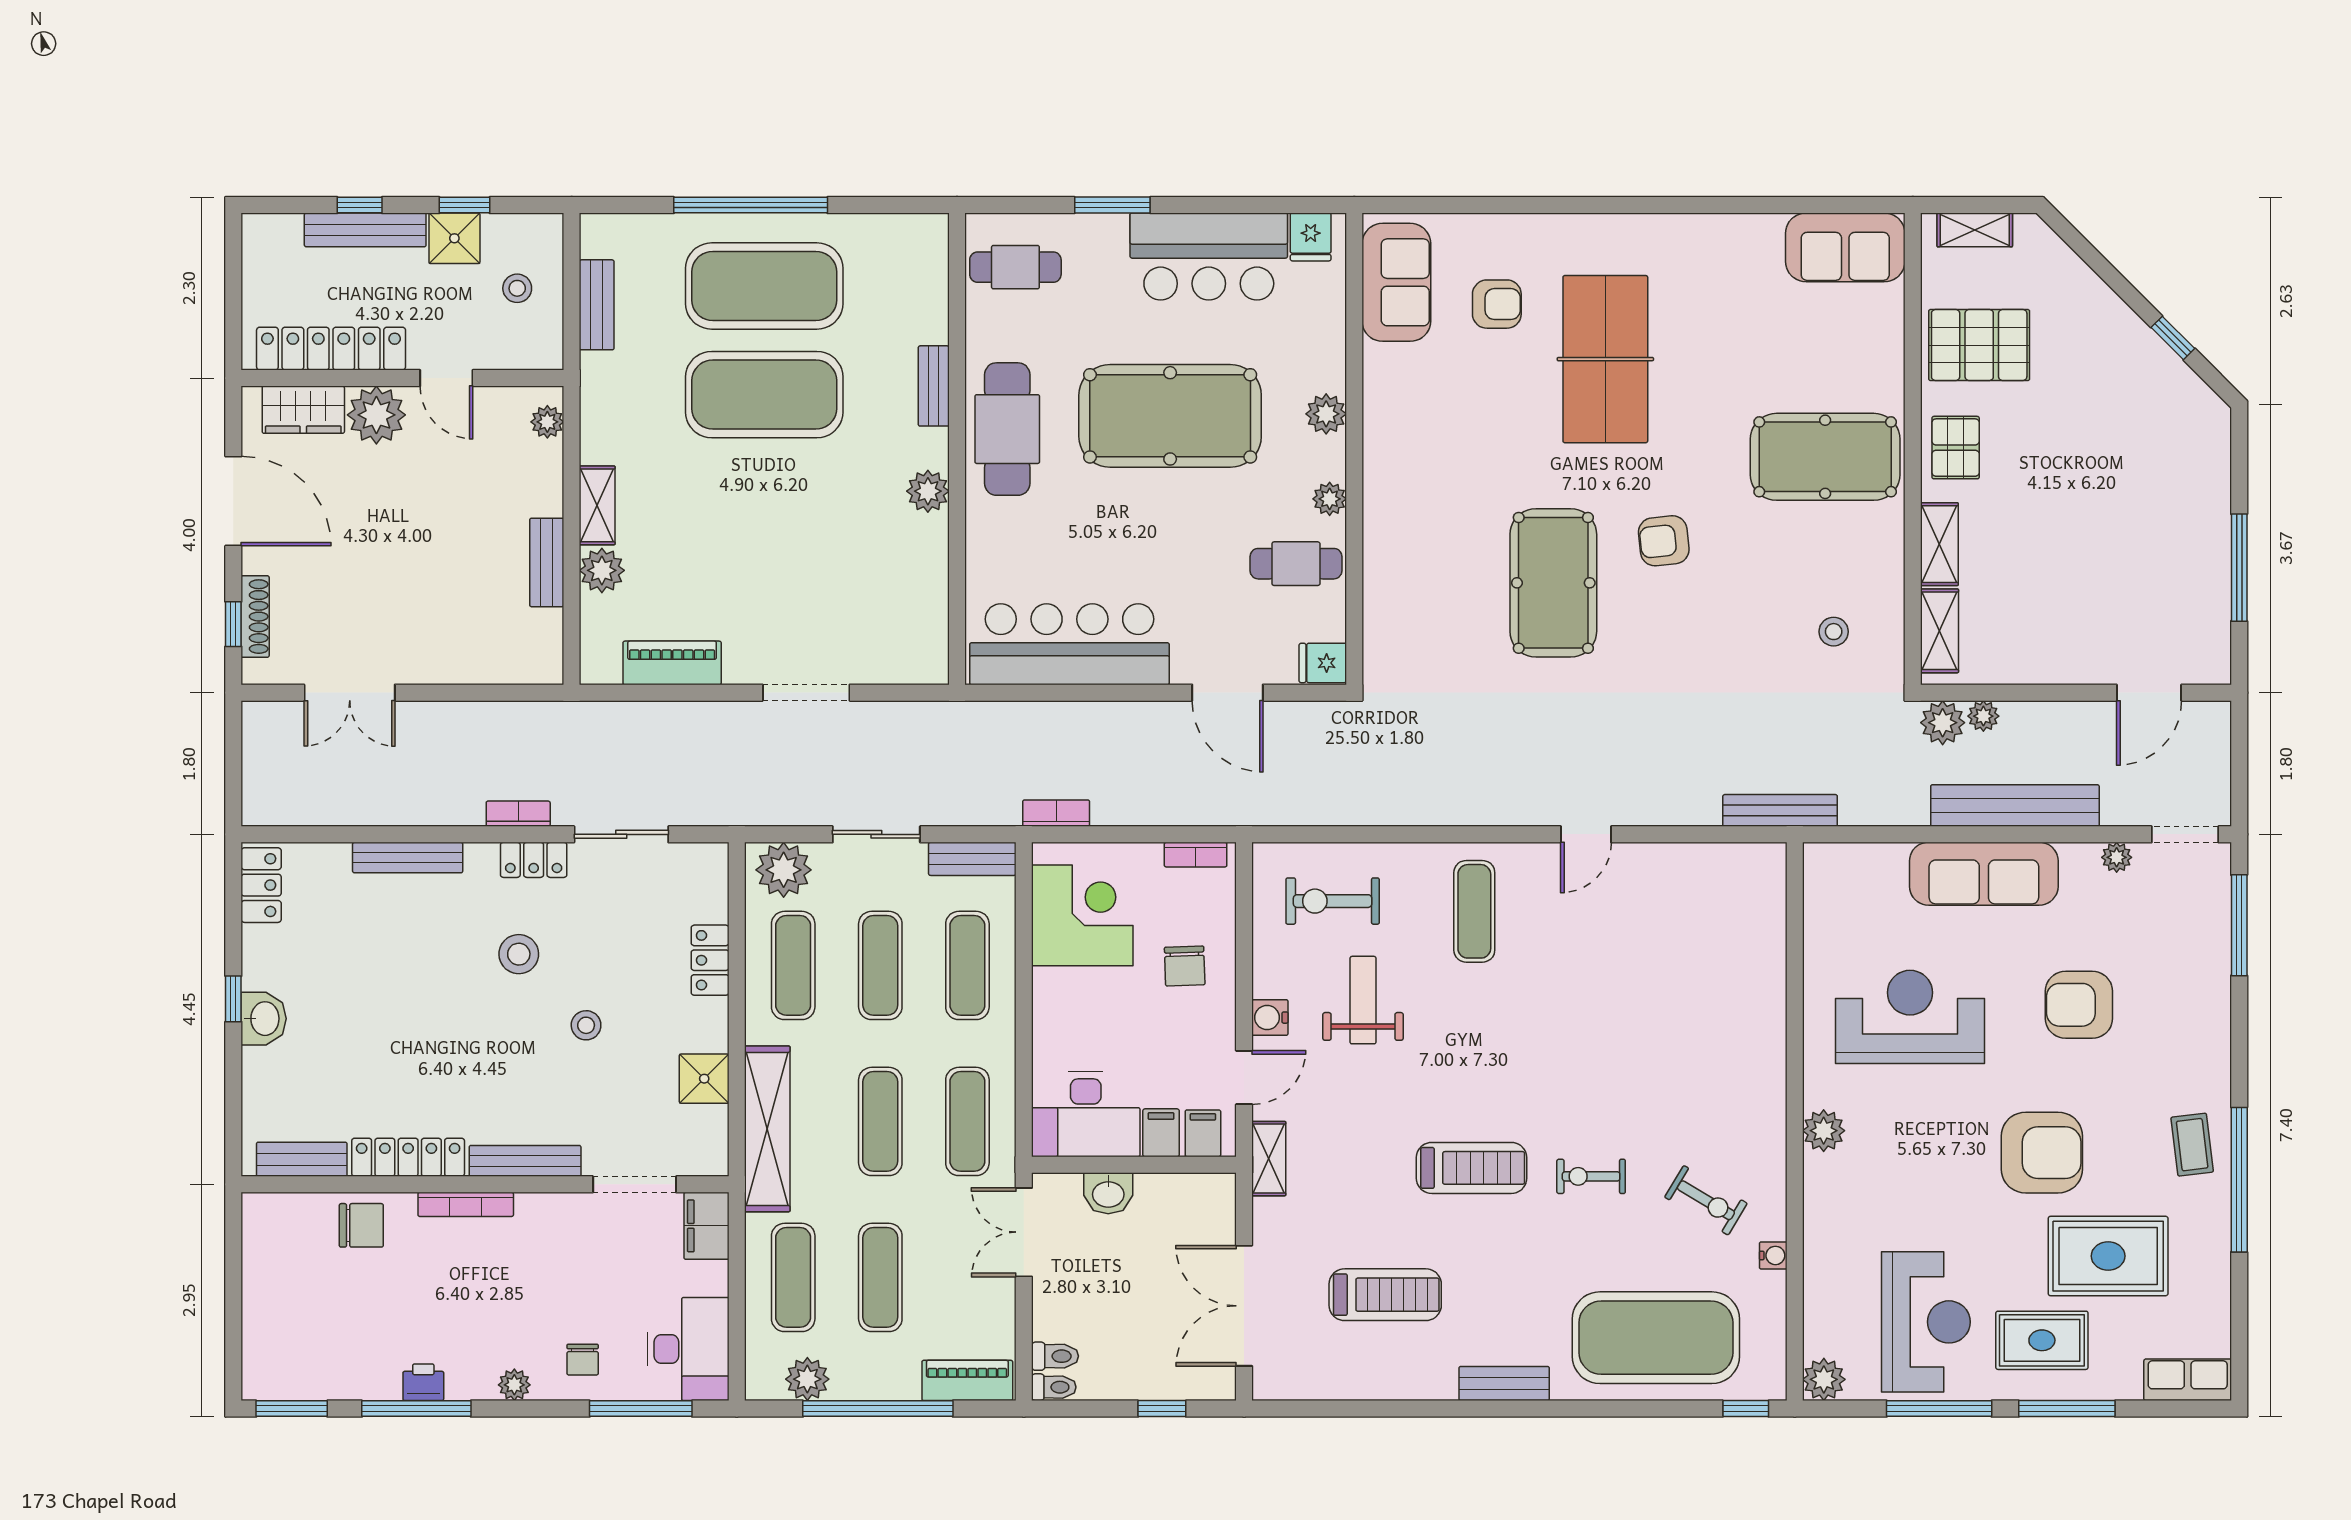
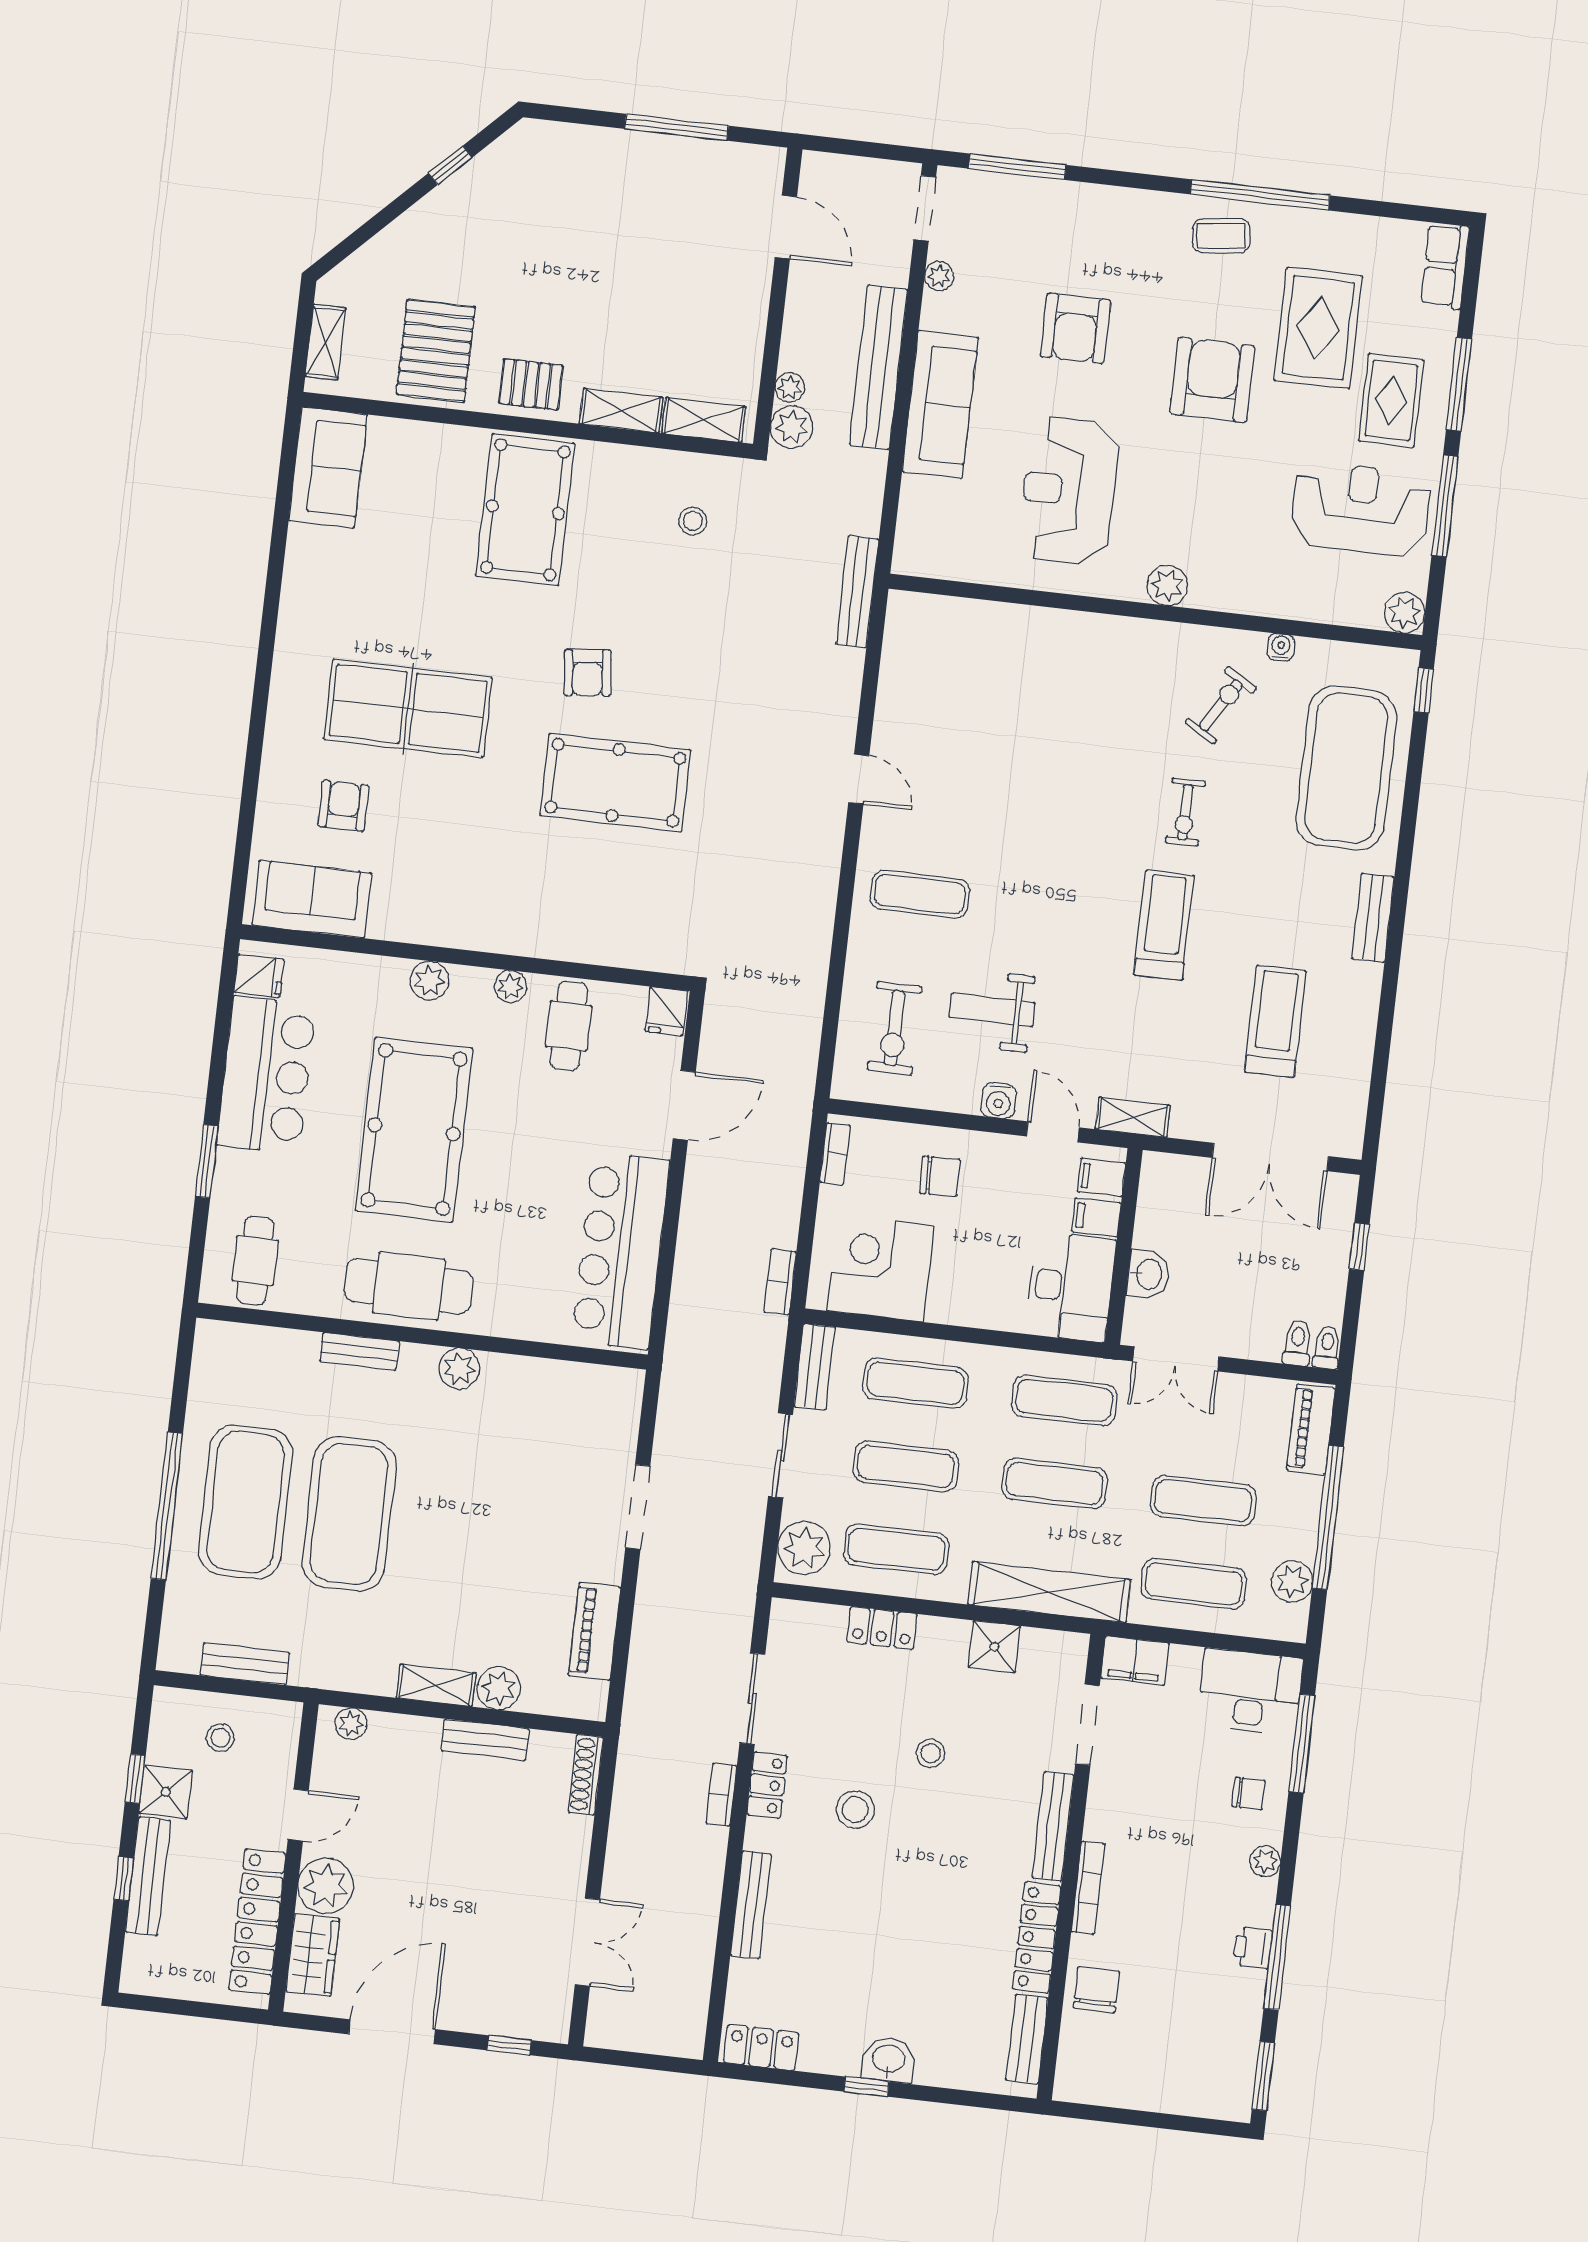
shoe rack: (255, 617) -> (586, 1775), moved, turned -90

